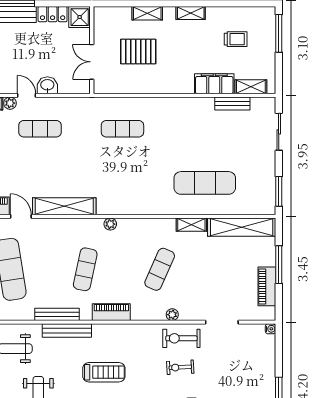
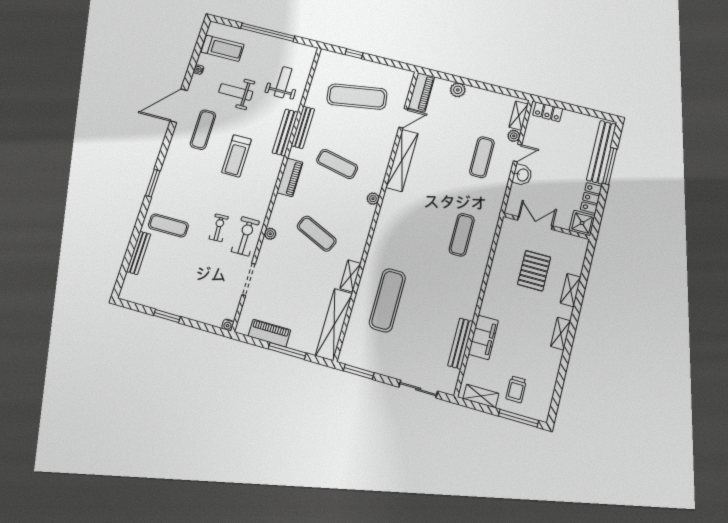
trolley: (236, 39) -> (516, 389), moved
shelving: (251, 87) -> (481, 396), moved, turned 90
bench: (232, 104) -> (460, 343), width x1.36

